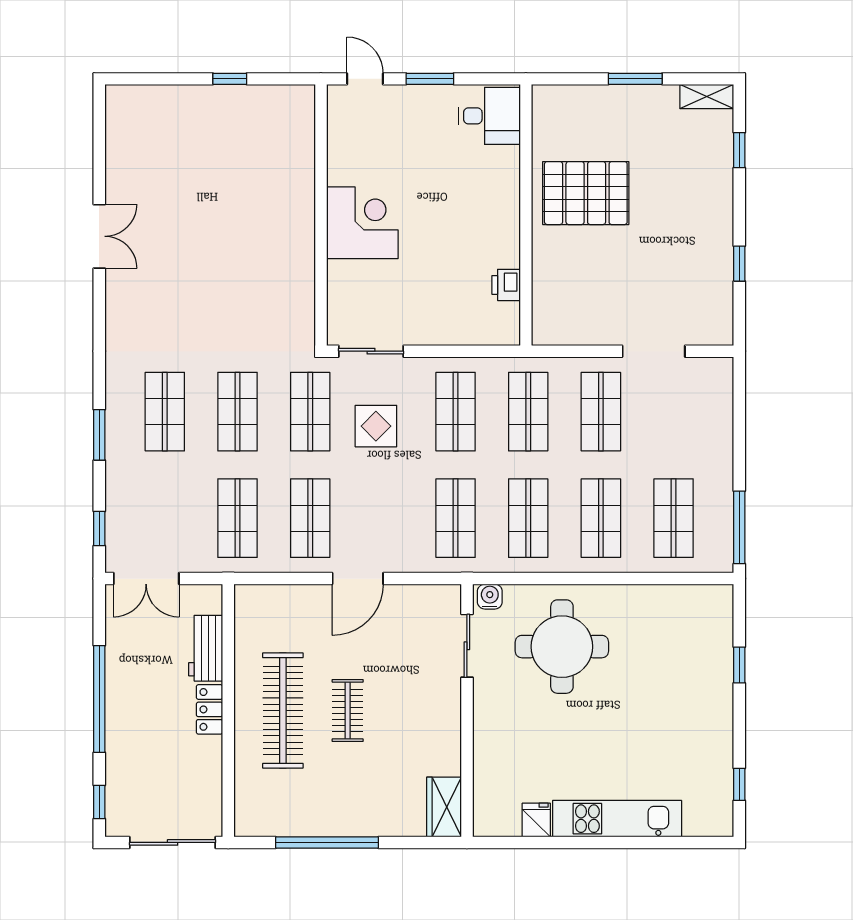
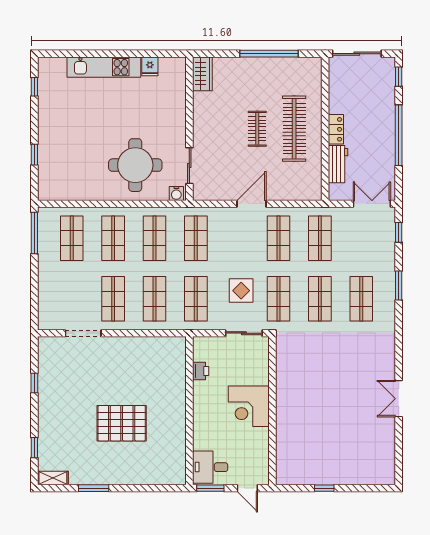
desk: (489, 116) -> (210, 467), moved
wall: (526, 215) -> (189, 411), moved
printer: (506, 285) -> (201, 371), moved

